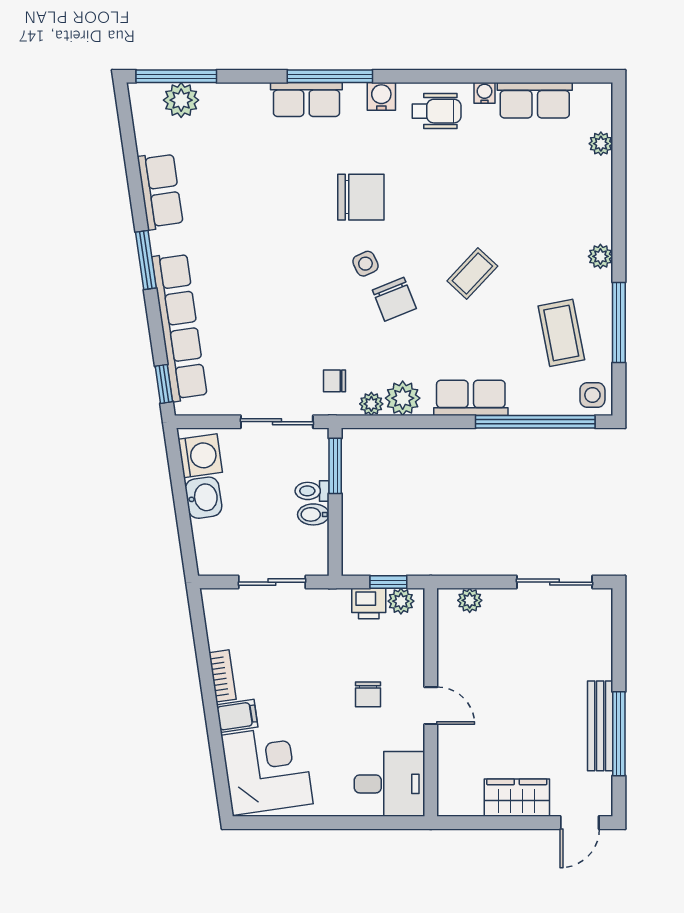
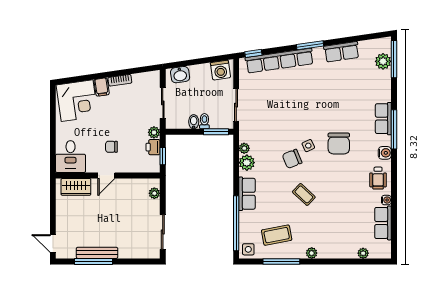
chair: (335, 381) -> (255, 131), removed
washbasin: (204, 498) -> (180, 75), moved
plant: (401, 601) -> (154, 132), moved
wardrobe: (517, 798) -> (76, 187), moved, turned 90

